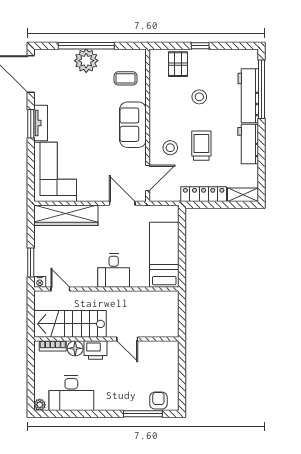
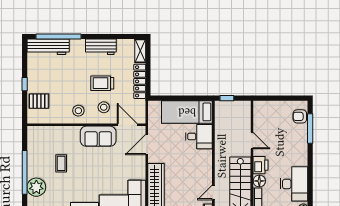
plant: (86, 61) -> (36, 187), moved
coffee table: (126, 78) -> (61, 163), moved
workbench: (248, 96) -> (48, 47), moved
stool: (199, 97) -> (78, 111), moved
sofa: (133, 125) -> (98, 136), moved
desk: (114, 270) -> (199, 137), moved
window: (182, 307) -> (227, 98), added
door: (127, 339) -> (252, 141), hinge flipped

